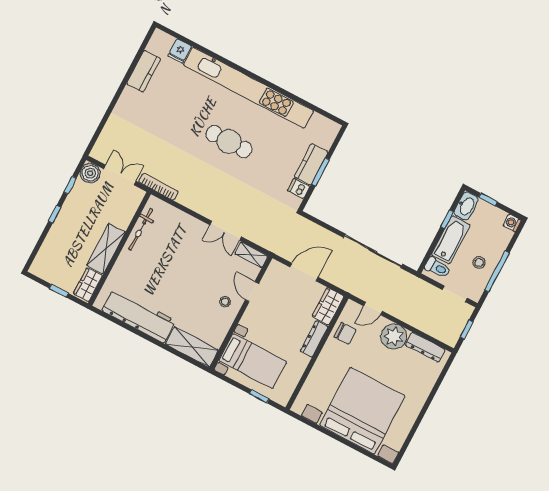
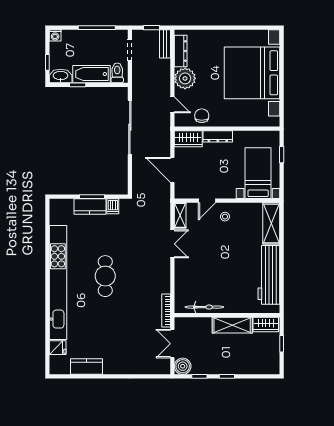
stool: (479, 263) -> (97, 44), removed
bench: (442, 335) -> (165, 44), added

